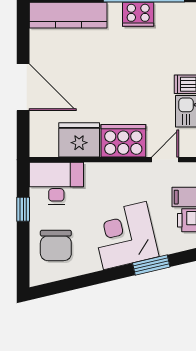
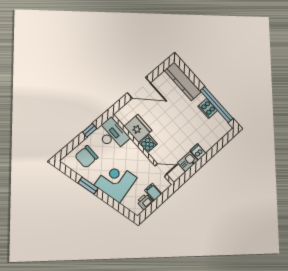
door: (23, 87) -> (139, 88), hinge flipped
cooker: (123, 141) -> (148, 144), width x0.53, depth x0.76
window: (151, 265) -> (88, 186), moved

